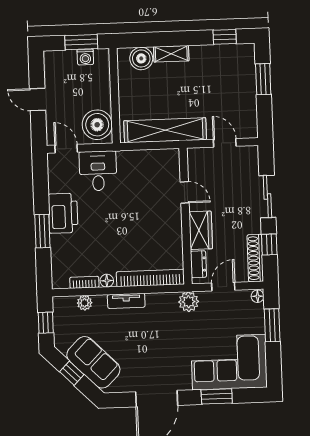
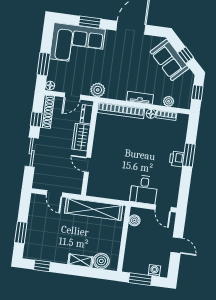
washing machine: (85, 57) -> (154, 271), moved
boiler: (97, 125) -> (134, 220), width x0.54, depth x0.54
printer: (63, 213) -> (177, 159), width x0.53, depth x0.68

